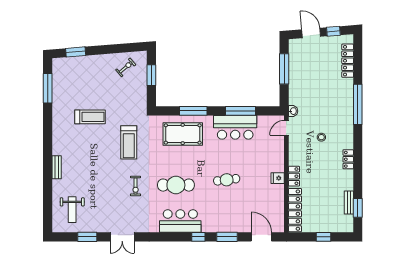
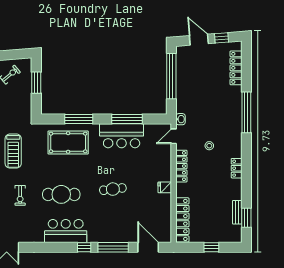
window: (284, 69) -> (171, 76), width x1.46
locker: (294, 176) -> (181, 166), moved, width x1.53
window: (227, 237) -> (113, 247), width x1.44

